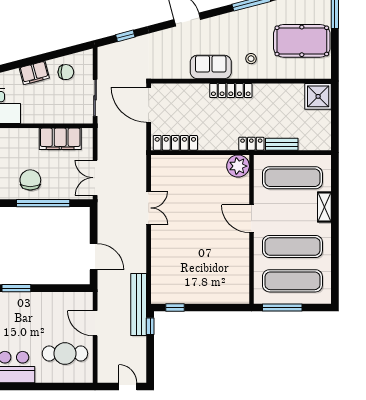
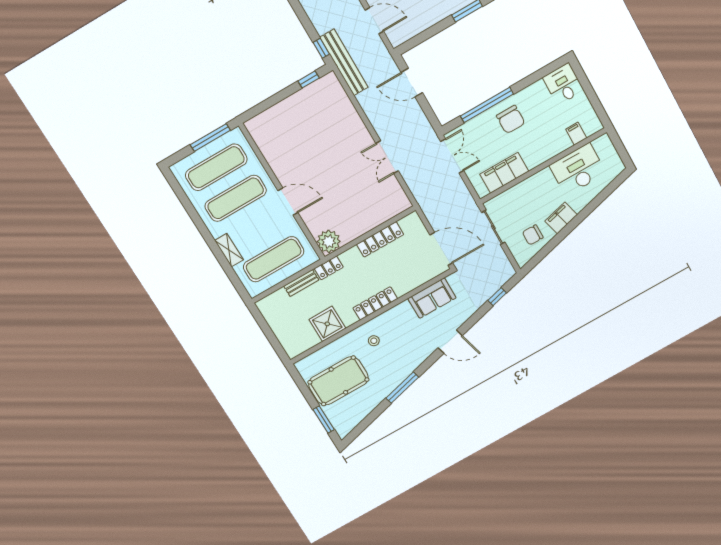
sofa: (211, 67) -> (432, 298), moved
shower: (318, 96) -> (327, 324), moved
locker: (175, 143) -> (380, 239), moved

